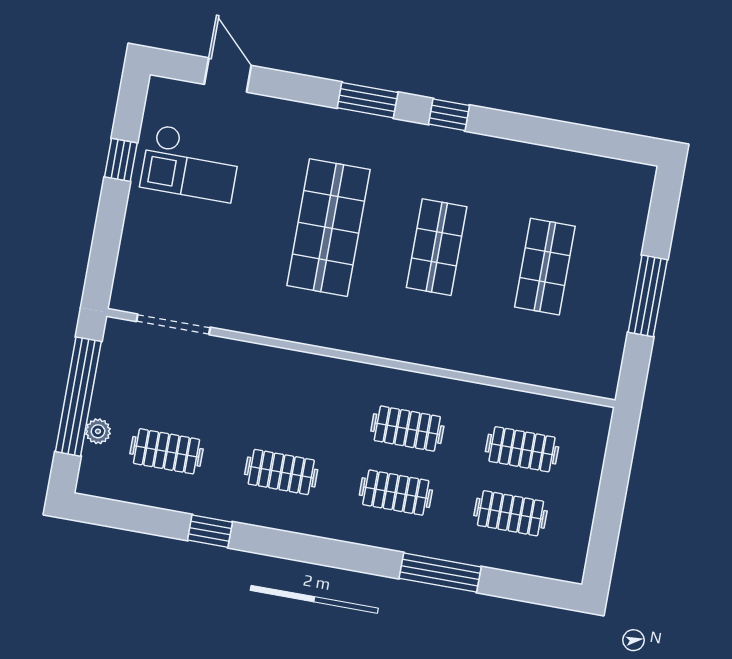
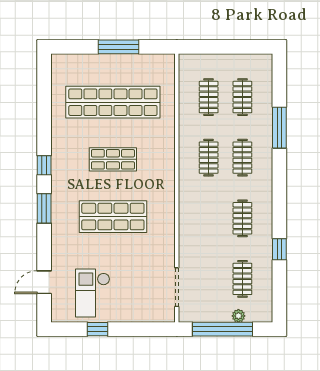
checkout: (191, 163) -> (93, 293), turned 180
shop shelf: (545, 267) -> (113, 102), width x2.00, depth x1.36

